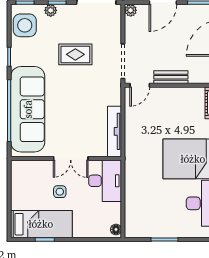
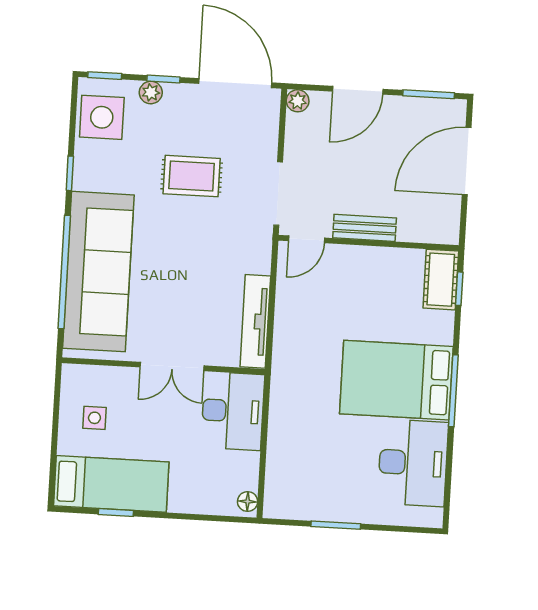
side table: (60, 192) -> (94, 418), moved

